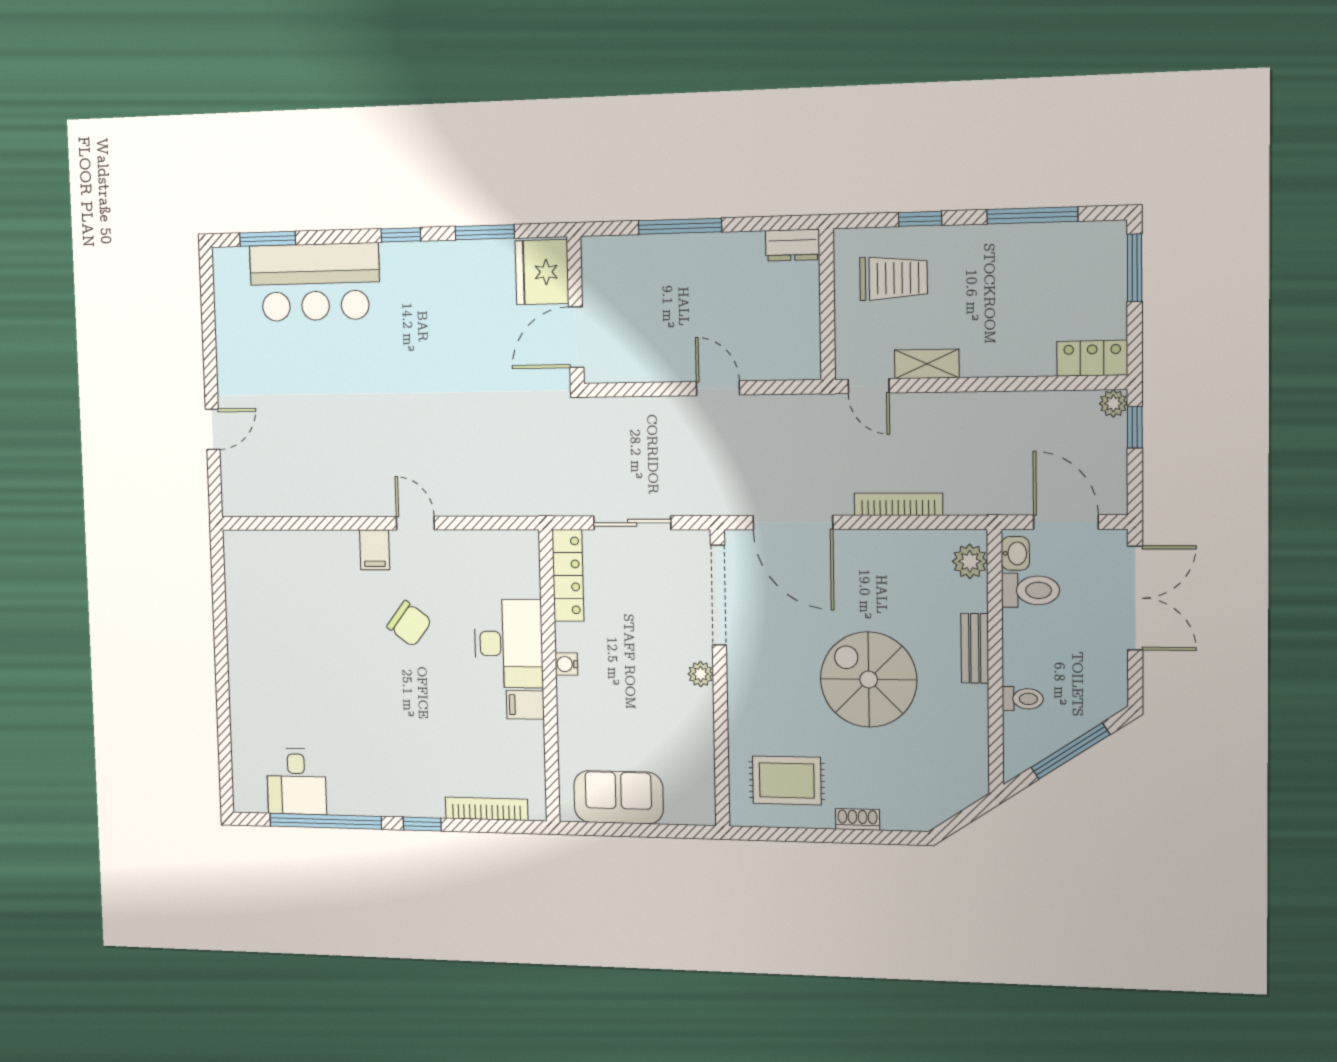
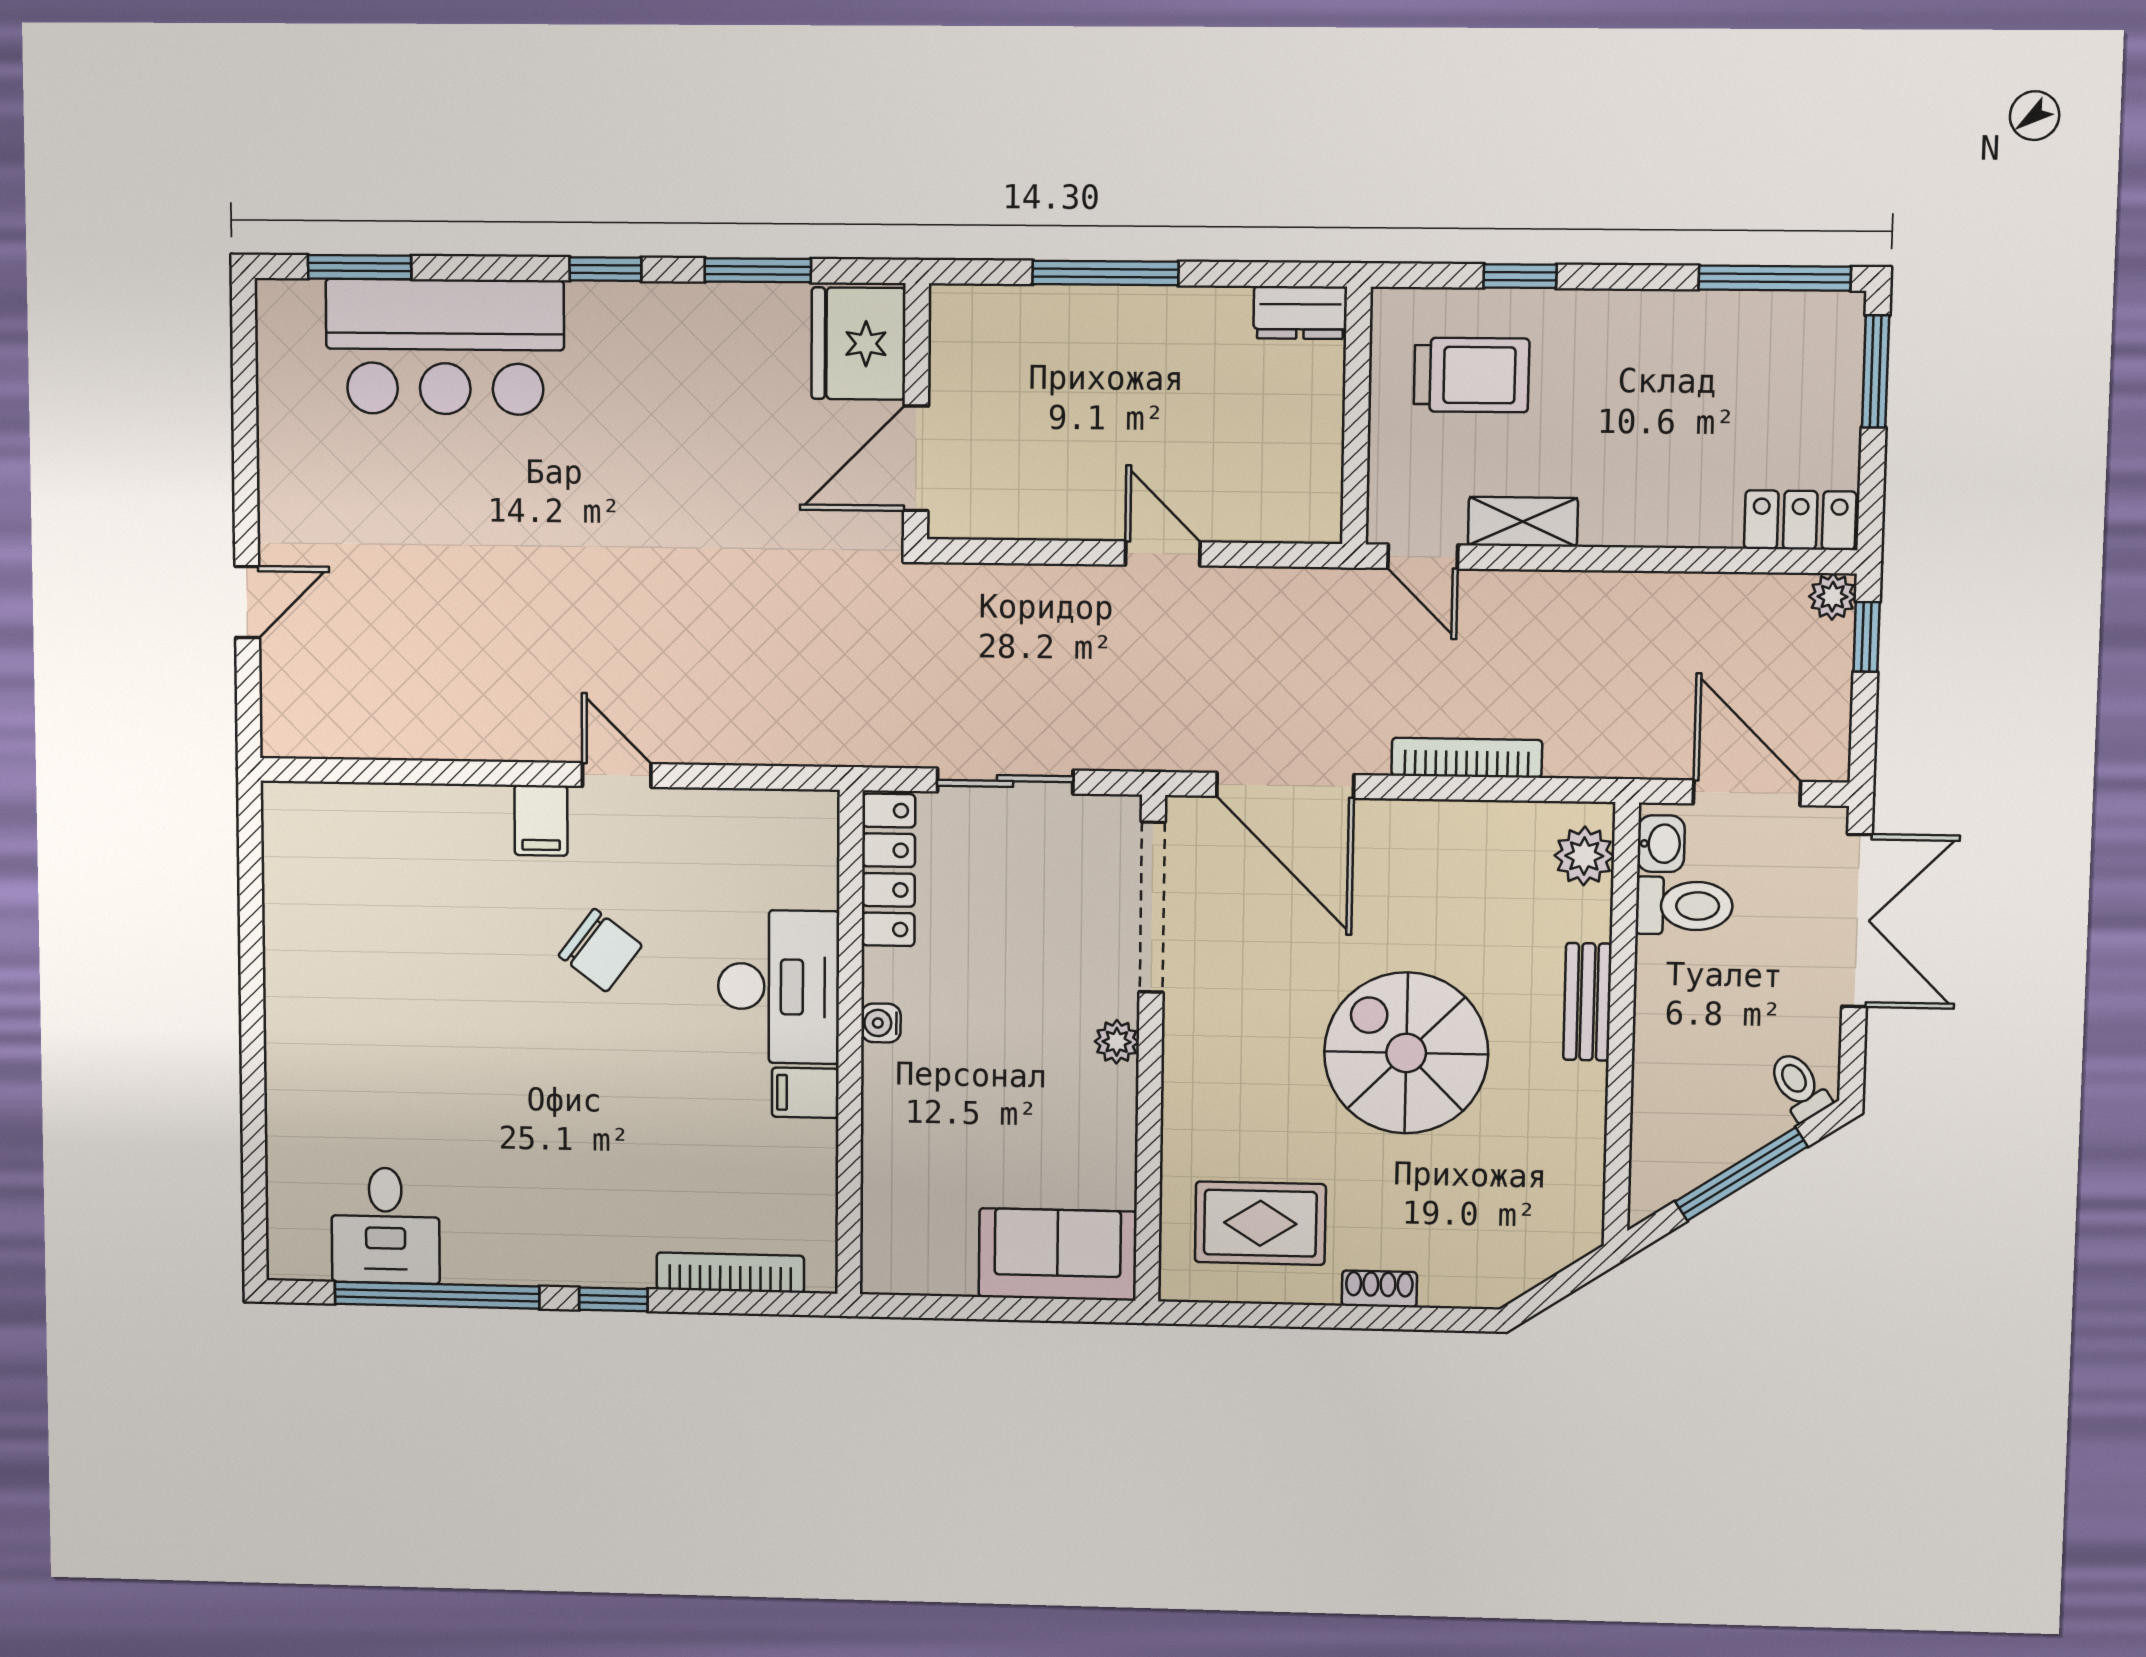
window: (1032, 215) -> (1775, 278), moved
toilet: (1023, 699) -> (1799, 1086), moved, turned -124
sofa: (618, 797) -> (1058, 1254), moved

